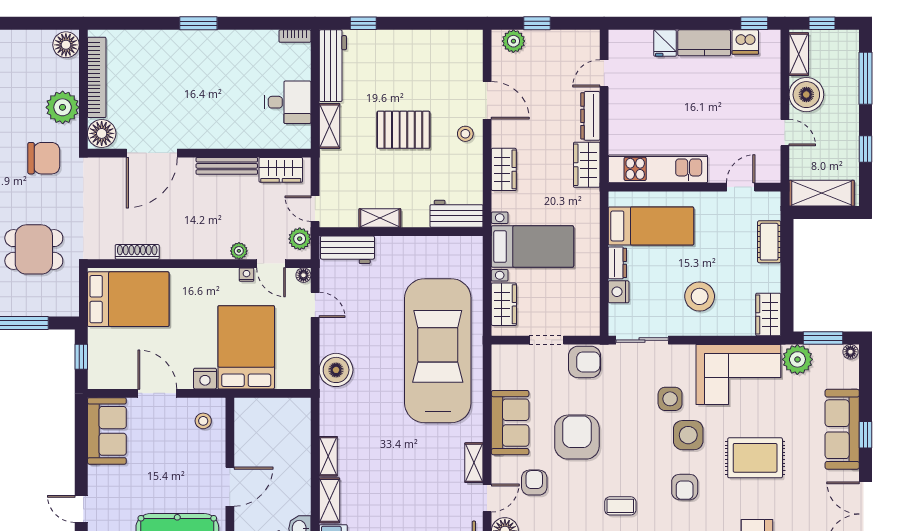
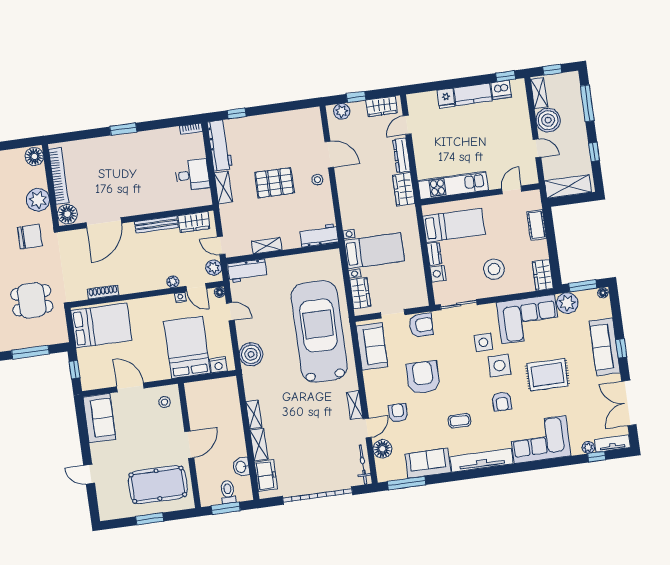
wardrobe: (504, 169) -> (382, 106), moved, turned 90
nightstand: (205, 379) -> (218, 365), moved
sofa: (510, 423) -> (372, 346), moved

